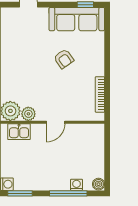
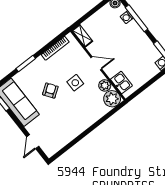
window: (107, 55) -> (26, 64), added
side table: (53, 88) -> (75, 83), added
shelving: (92, 129) -> (82, 36), added

